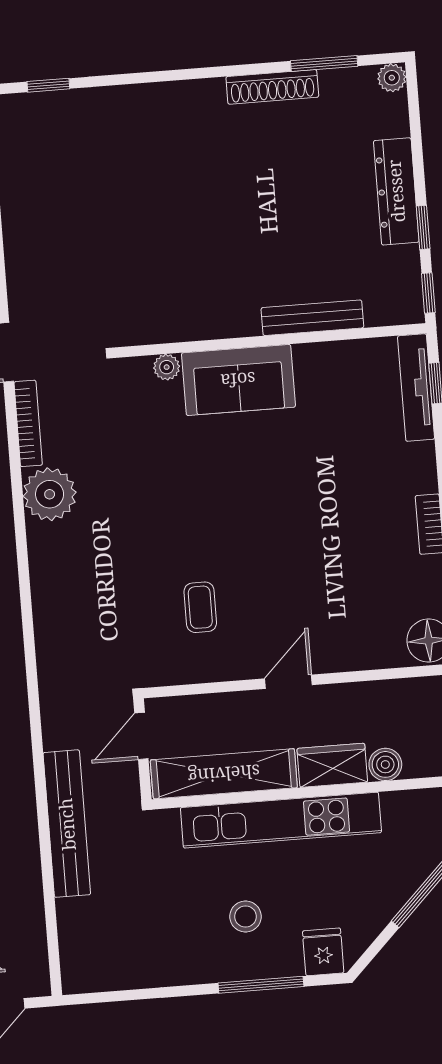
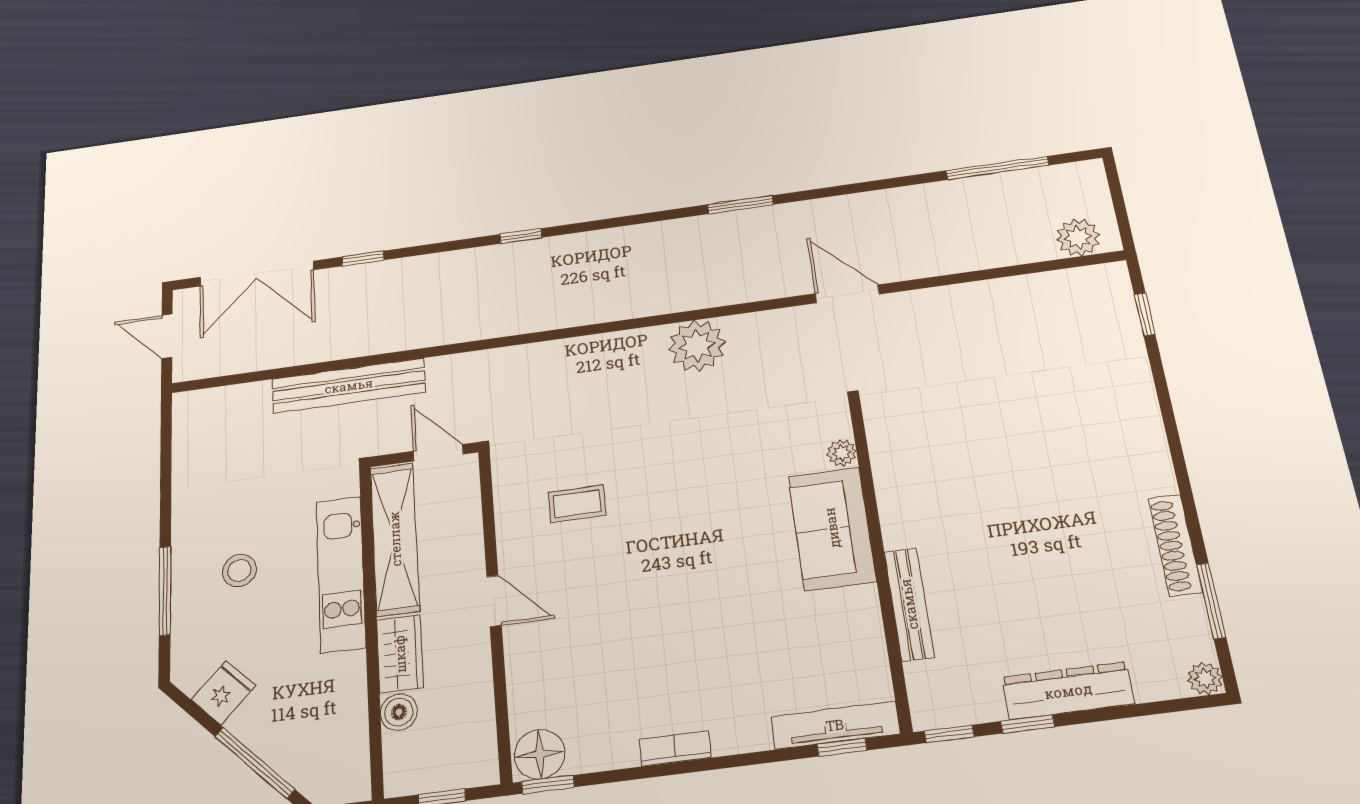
bookcase: (28, 423) -> (772, 320), removed
kitchen unit: (281, 820) -> (341, 574), width x0.73
fridge: (323, 952) -> (224, 693), moved, turned -45

